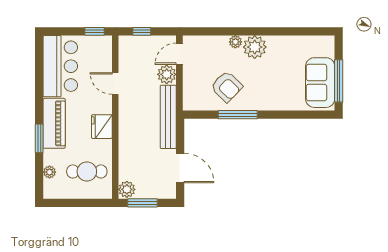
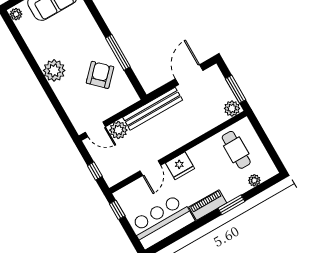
plant: (235, 42) -> (16, 14), moved
piano: (54, 123) -> (208, 205), width x0.73, depth x0.75
fridge: (102, 127) -> (180, 166), moved

